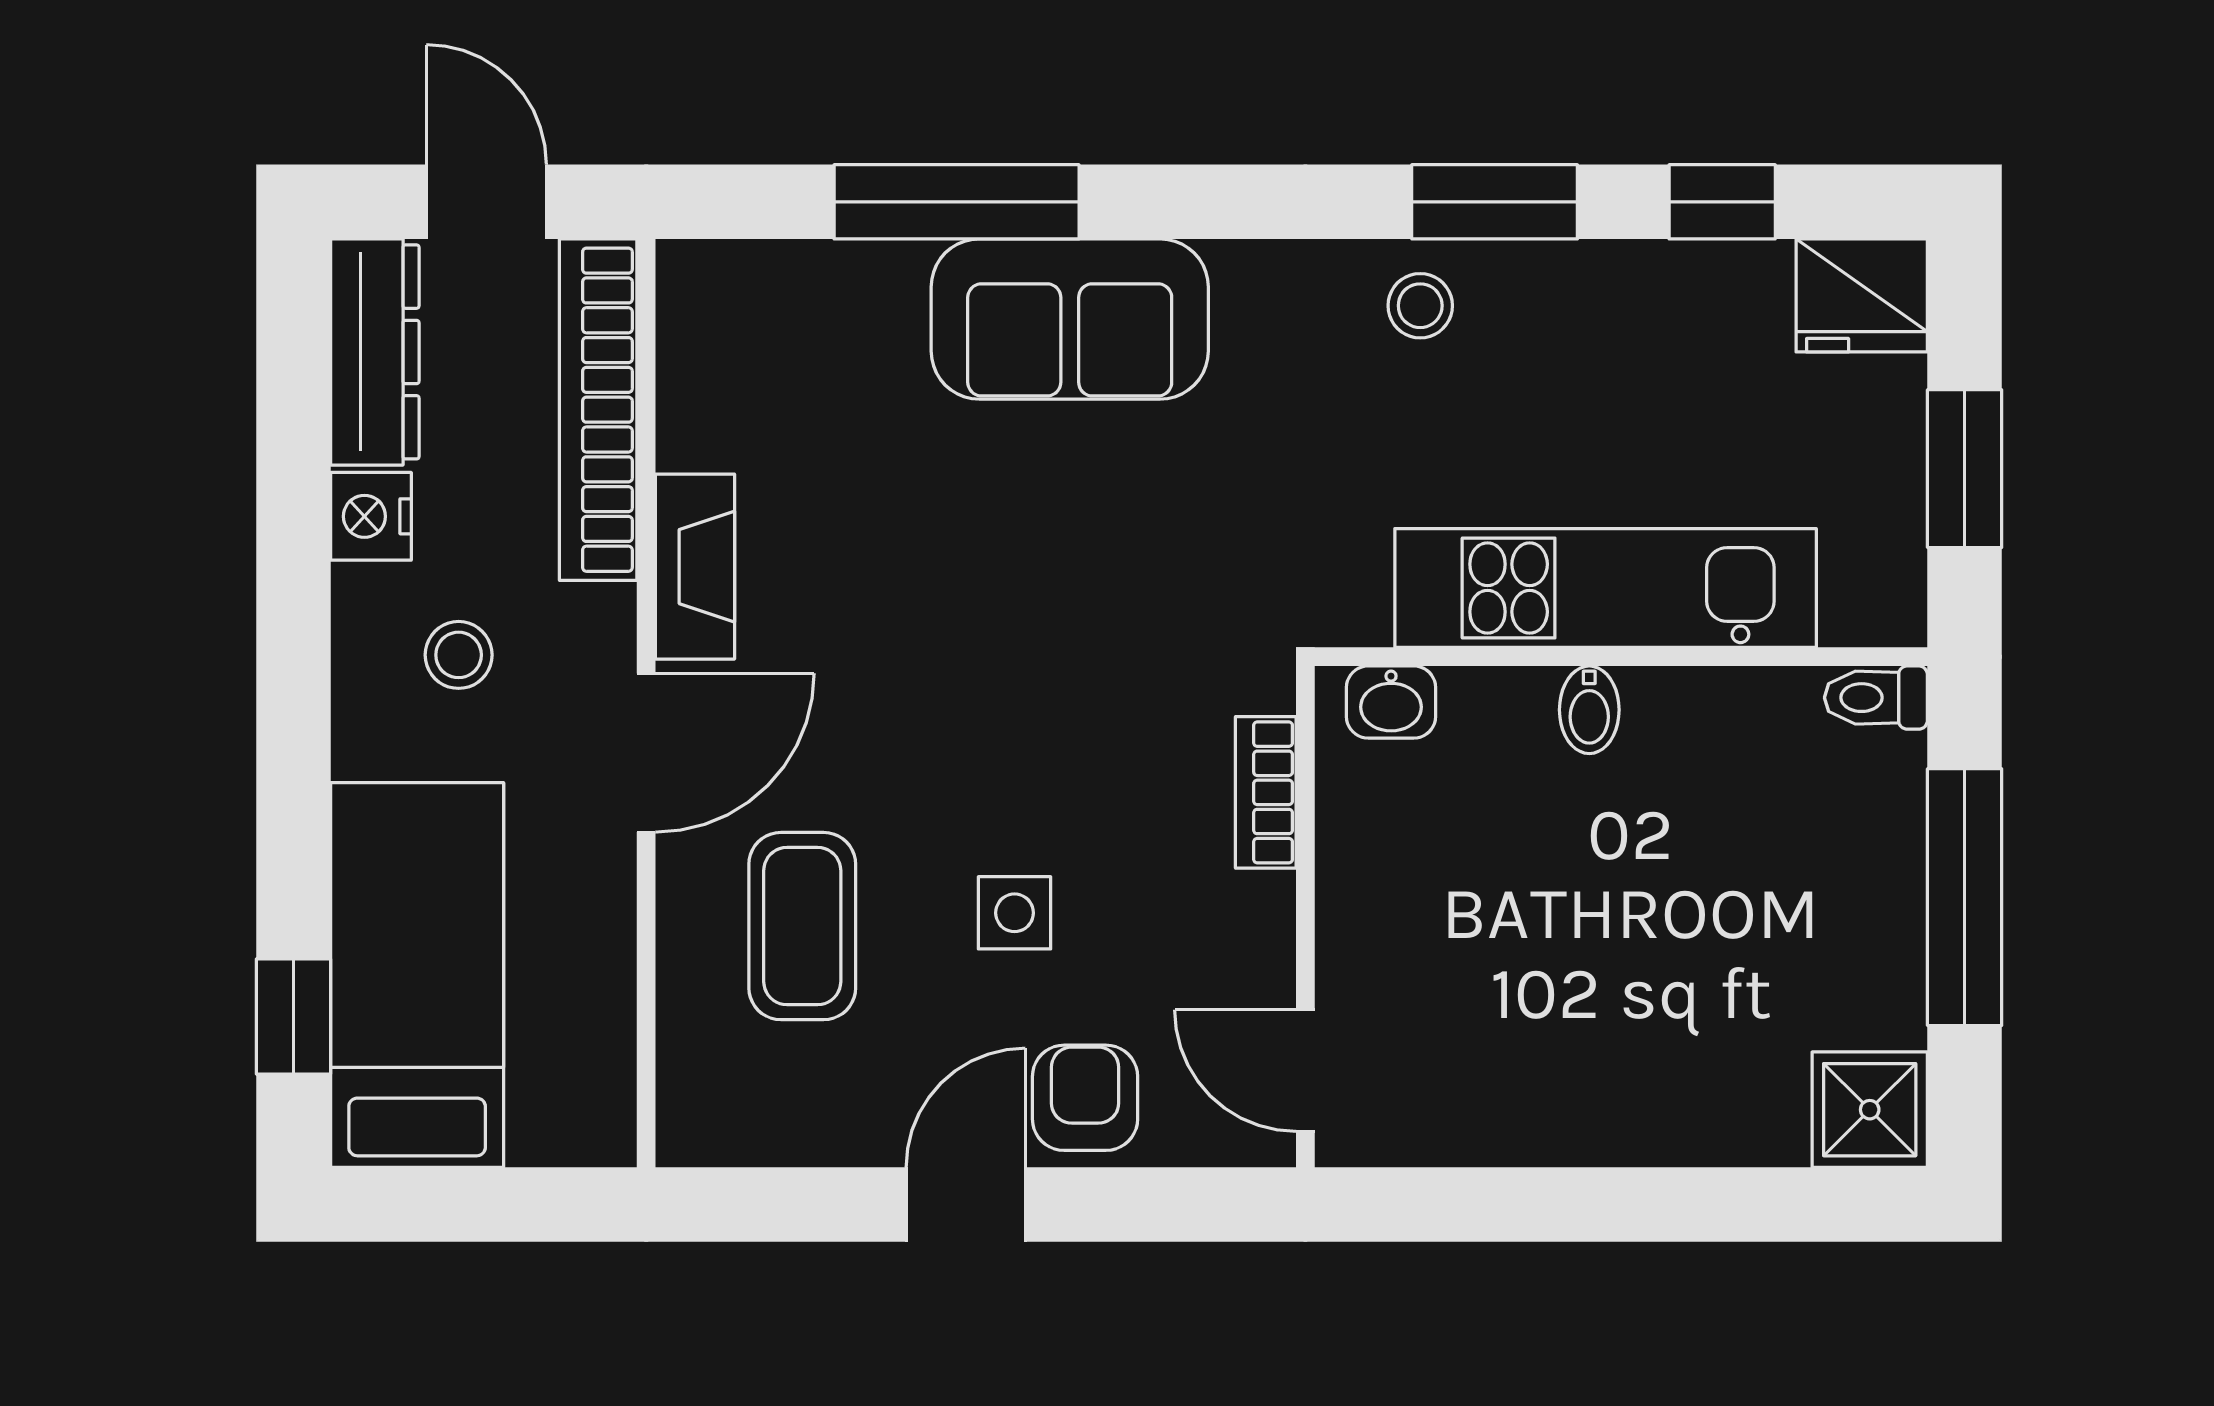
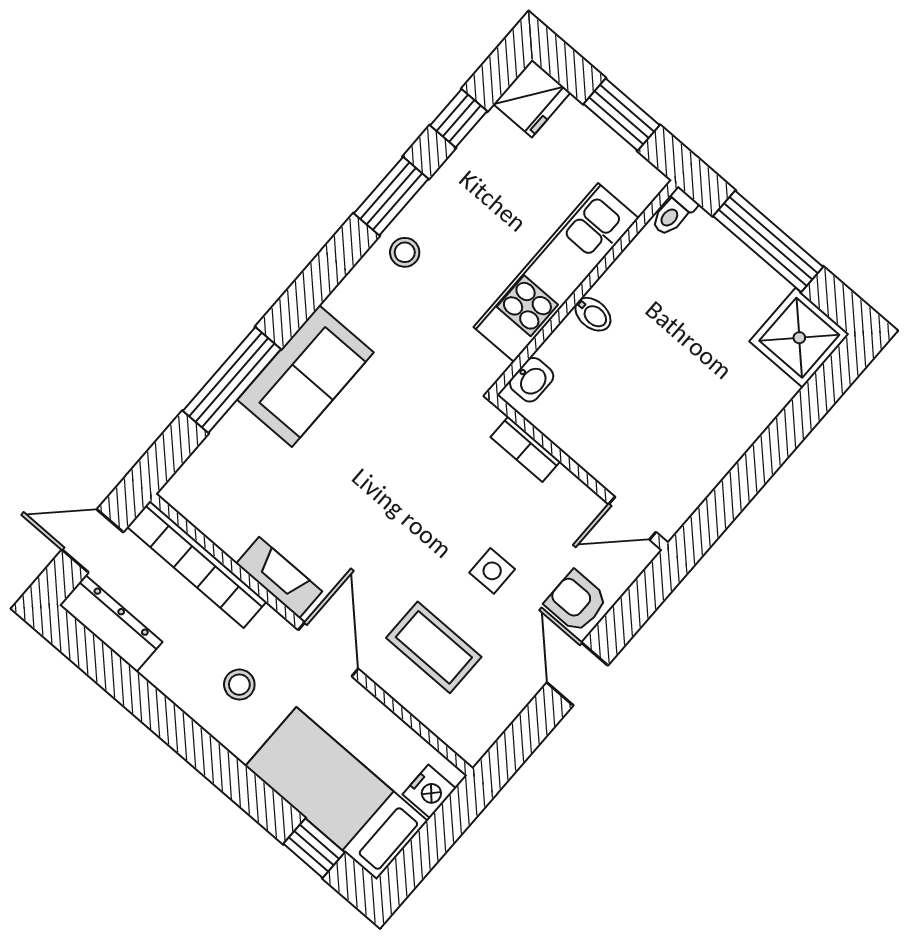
nightstand: (371, 516) -> (429, 791), moved, turned -90
shower: (1870, 1110) -> (799, 338), width x1.36, depth x1.36

